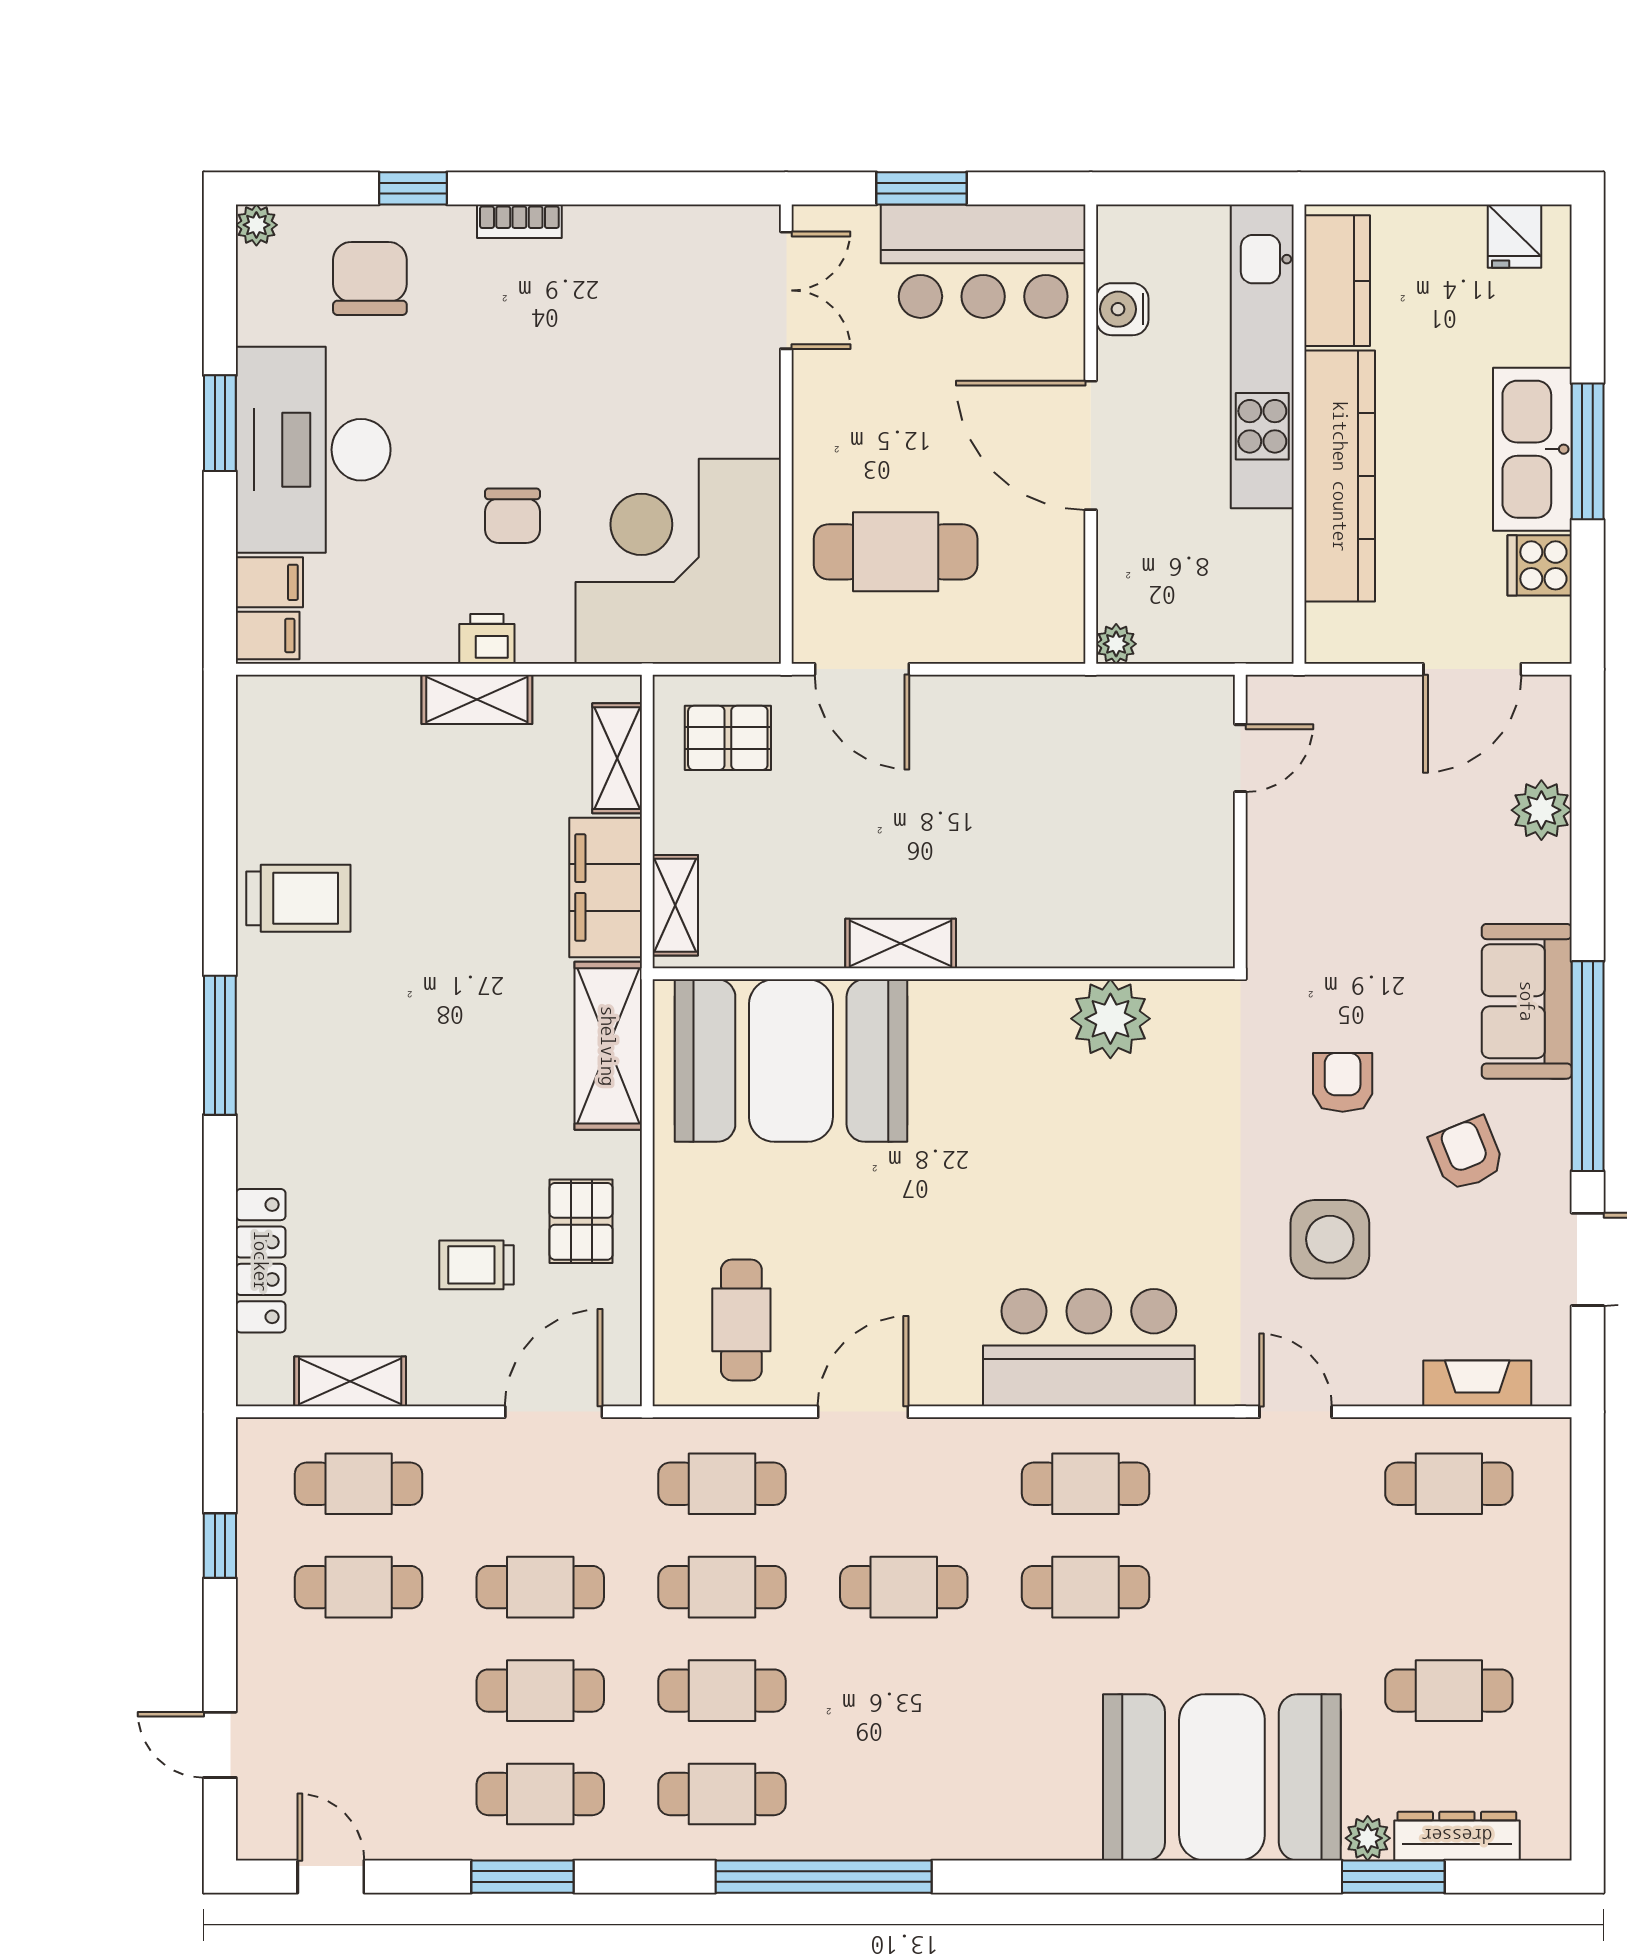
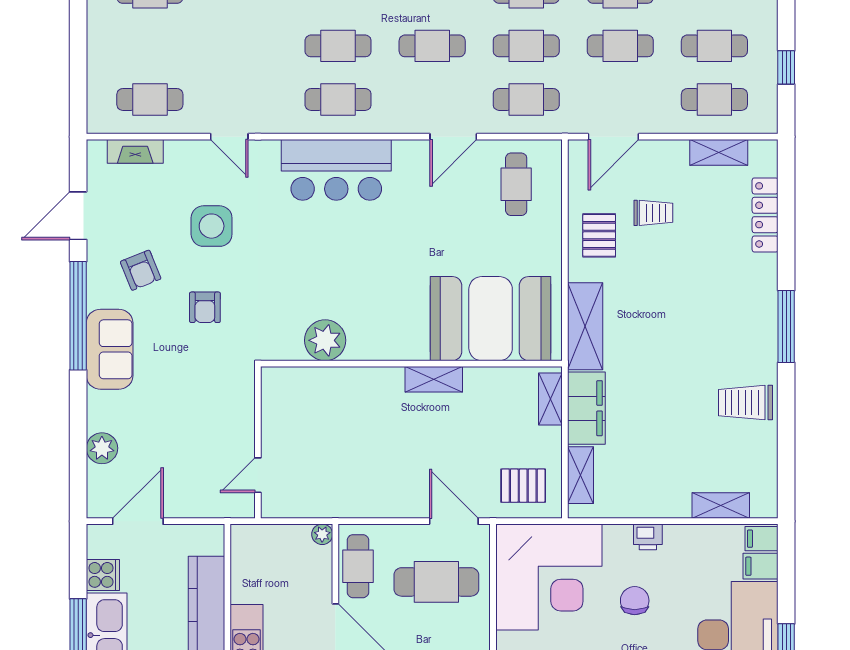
cafe table: (1047, 582) -> (358, 566), added
shelving: (477, 699) -> (721, 506), moved

